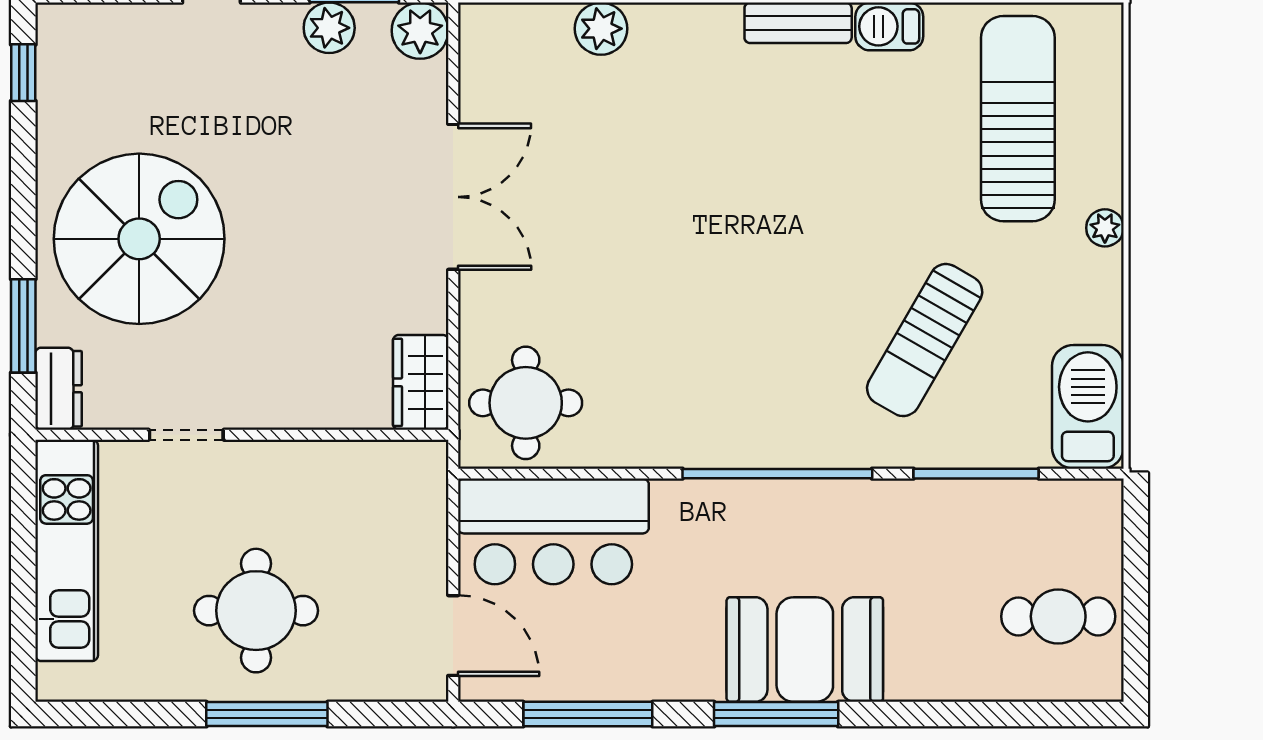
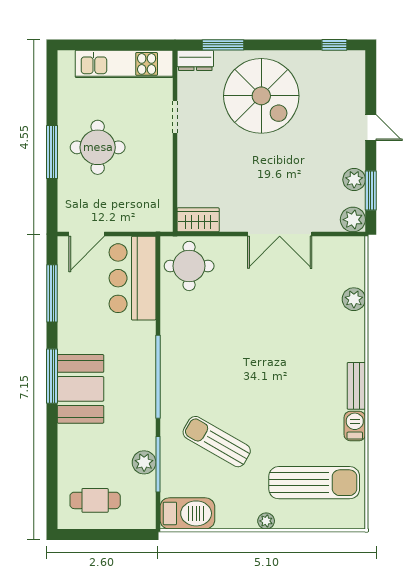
plant: (972, 505) -> (144, 462), added
cafe table: (1058, 616) -> (95, 500), turned 90

